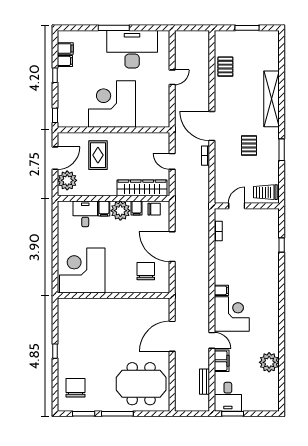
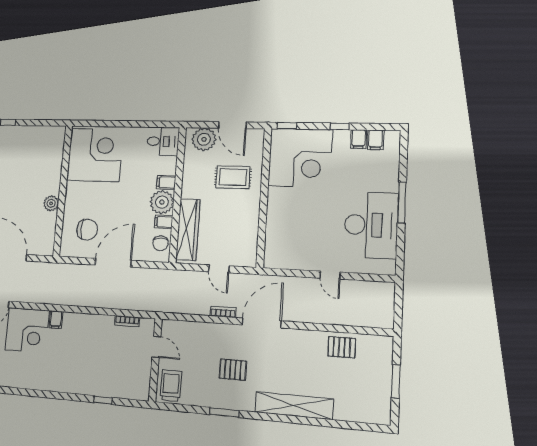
corner desk: (112, 104) -> (300, 158), moved, turned 90
door: (172, 161) -> (219, 269), swing flipped
desk: (85, 214) -> (163, 141), moved
plant: (125, 305) -> (51, 203), added

